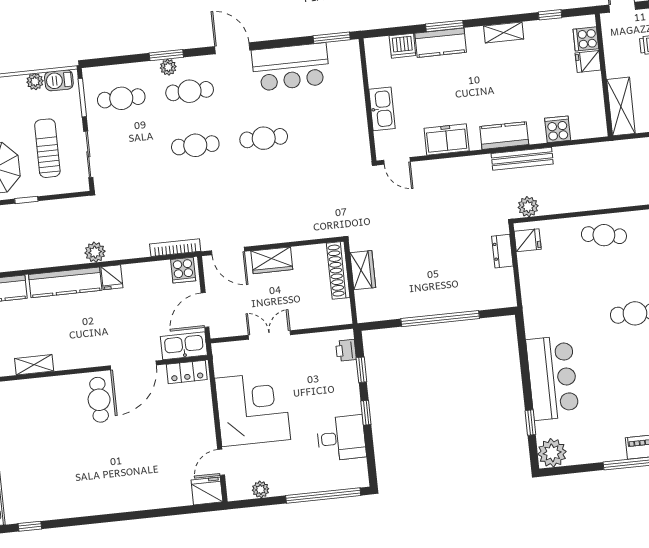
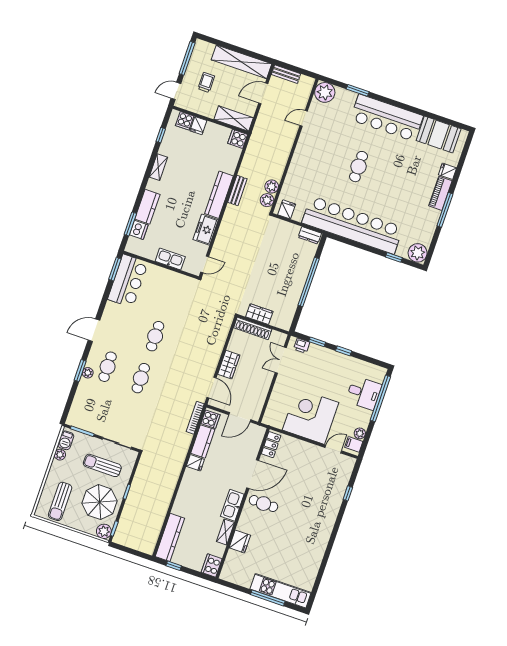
window: (444, 26) -> (130, 224), moved
bar counter: (291, 67) -> (128, 281), moved
cafe table: (121, 98) -> (93, 409), removed
cooker: (558, 129) -> (238, 139), moved
kitchen counter: (504, 136) -> (219, 195), width x1.50
bench: (522, 159) -> (237, 191), width x0.73
cafe table: (604, 235) -> (304, 163), removed
door: (228, 251) -> (211, 388), hinge flipped
dresser: (502, 251) -> (310, 235), moved
plant: (95, 252) -> (272, 187), moved
kitchen counter: (65, 282) -> (203, 441), moved, width x0.67
door: (205, 310) -> (240, 417), hinge flipped
double door: (269, 335) -> (281, 360), moved
kitchen sink: (184, 346) -> (232, 505), moved
door: (133, 365) -> (253, 474), hinge flipped
bar counter: (552, 378) -> (352, 225), width x1.86
desk: (341, 438) -> (364, 393), moved, turned 90
door: (221, 462) -> (333, 449), swing flipped
filing cabinet: (241, 488) -> (354, 444), added
fridge: (207, 491) -> (240, 541), moved, turned 180
window: (30, 526) -> (348, 493), moved

